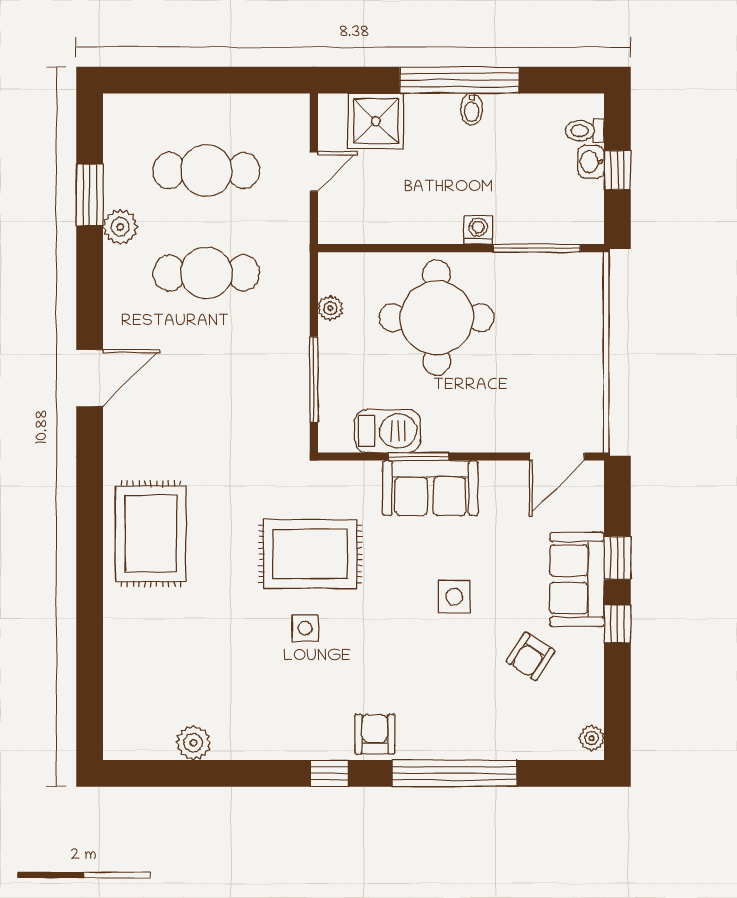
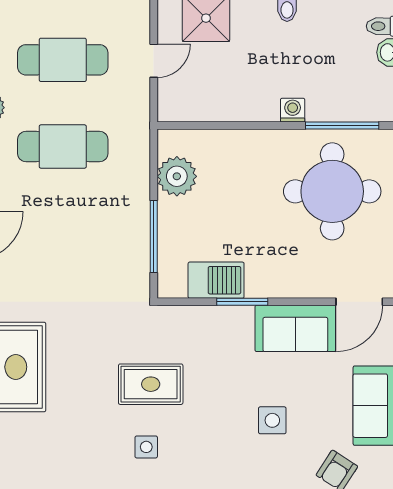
plant: (330, 308) -> (177, 176), width x1.88, depth x1.88
round table: (437, 318) -> (332, 191), moved
sofa: (430, 488) -> (295, 328), moved
rug: (310, 554) -> (151, 384), width x0.73, depth x0.70

